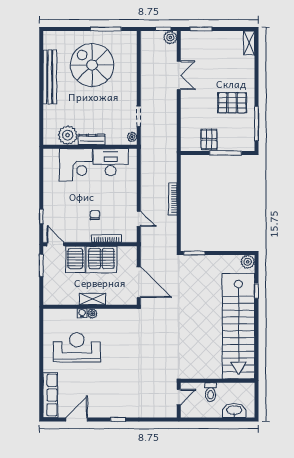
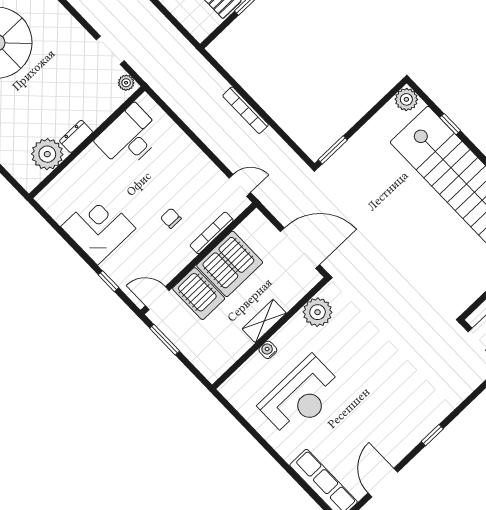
dresser: (92, 139) -> (76, 136), width x0.70
corner desk: (76, 165) -> (98, 227), moved, turned -90
door: (139, 219) -> (240, 185), moved
plant: (92, 313) -> (318, 312), moved, width x1.88, depth x1.88
reception desk: (77, 347) -> (301, 397), turned 180

